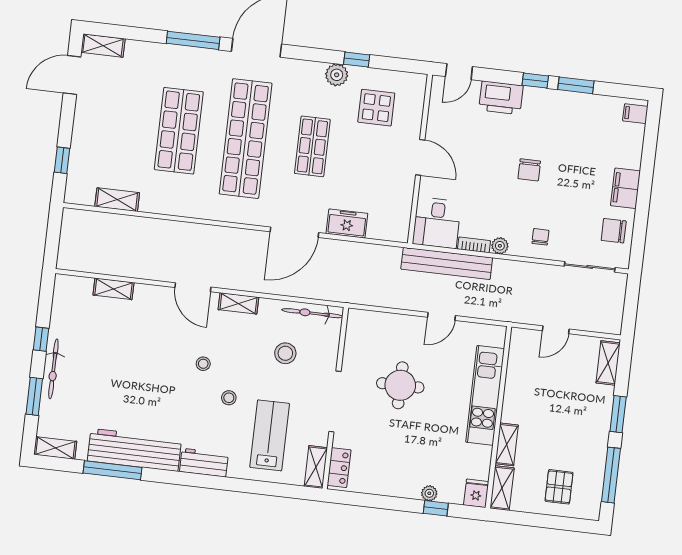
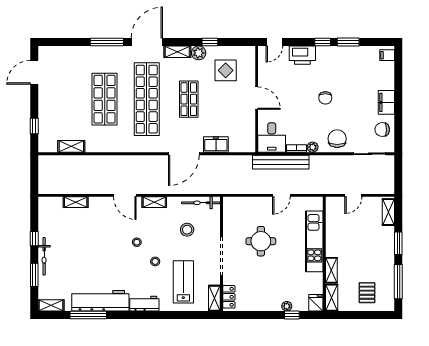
shelving: (103, 46) -> (177, 52), moved
chair: (540, 237) -> (337, 139), width x1.87, depth x1.87

